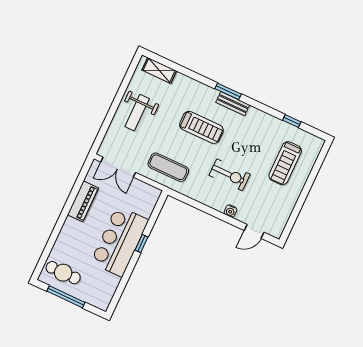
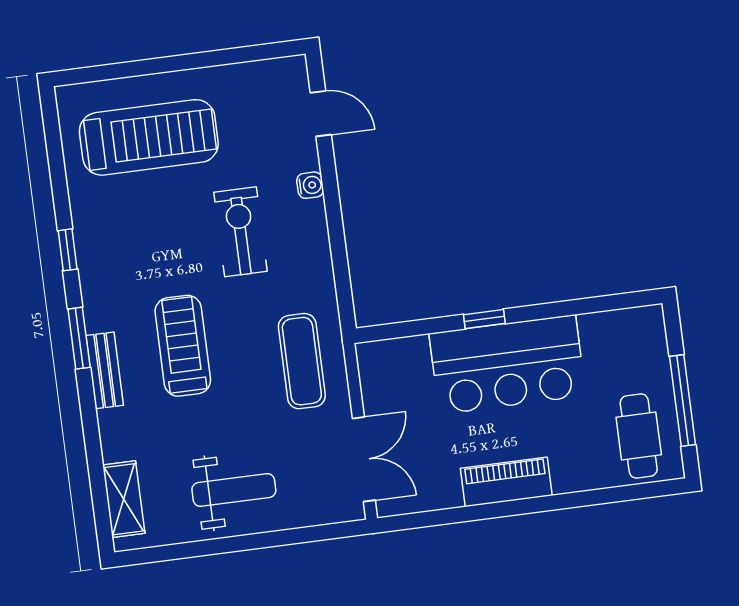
bench: (233, 104) -> (105, 370), moved
window: (292, 121) -> (68, 250), moved
treadmill: (285, 163) -> (149, 137), width x1.37, depth x1.38
piano: (83, 201) -> (506, 482), moved

